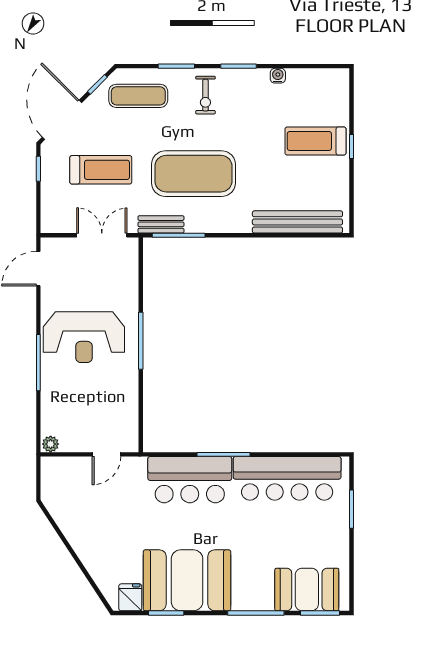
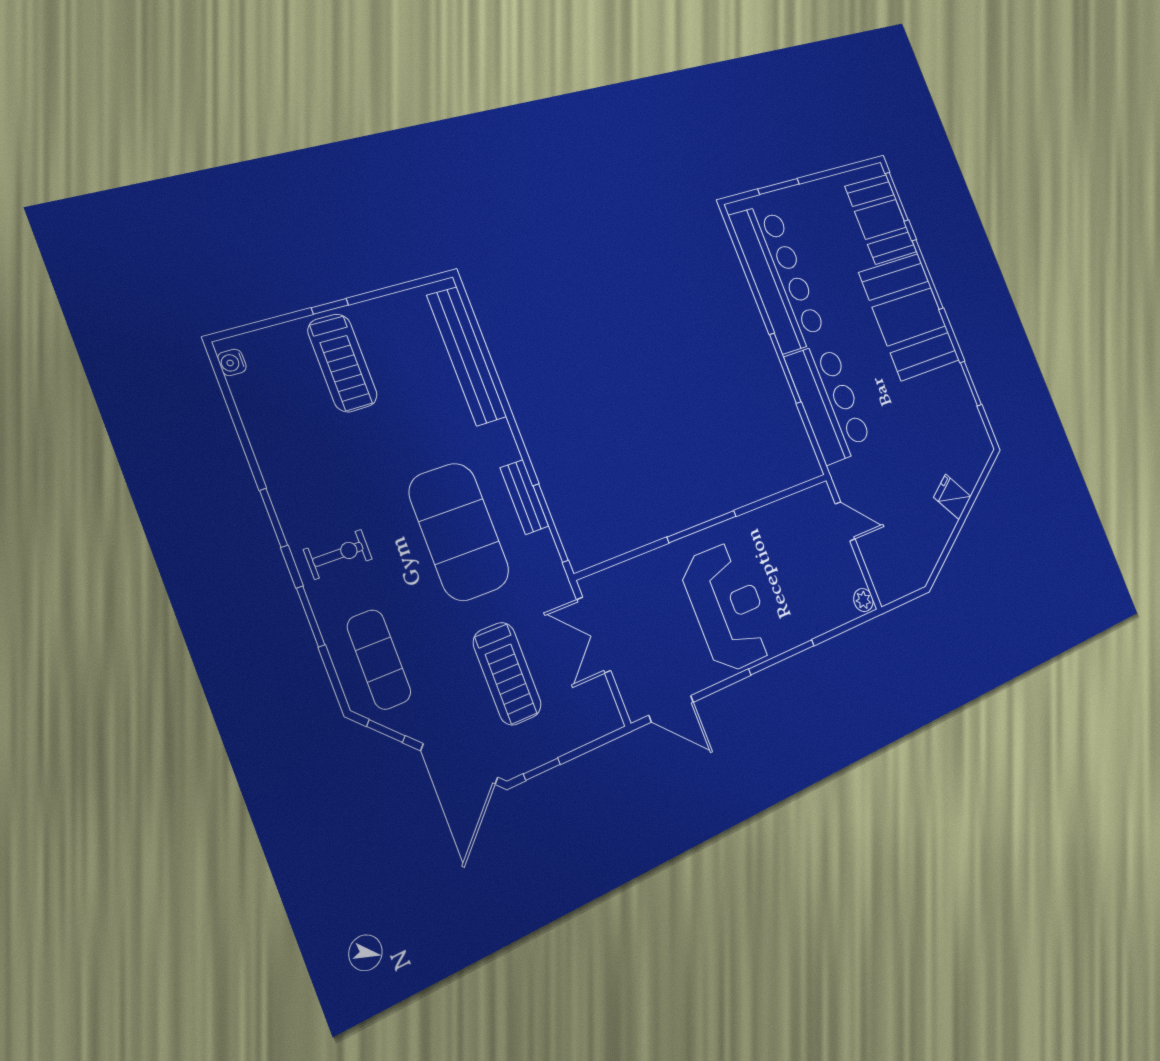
water cooler: (278, 76) -> (232, 362), moved
door: (62, 120) -> (459, 764), hinge flipped
treadmill: (101, 170) -> (507, 674), turned 180
bench: (161, 224) -> (524, 497), moved
booth: (187, 580) -> (909, 317), moved
fridge: (130, 597) -> (952, 497), moved, turned 57

